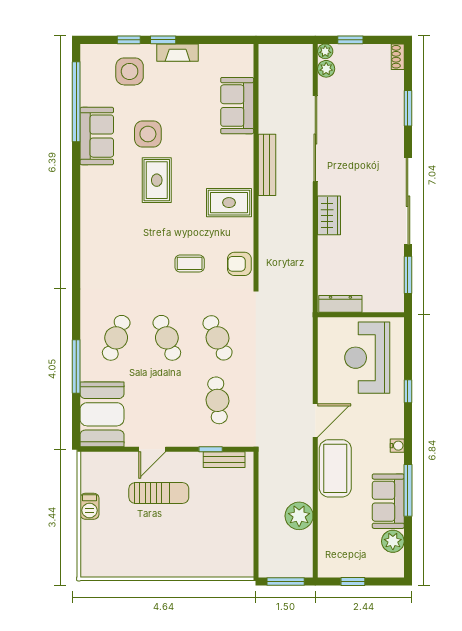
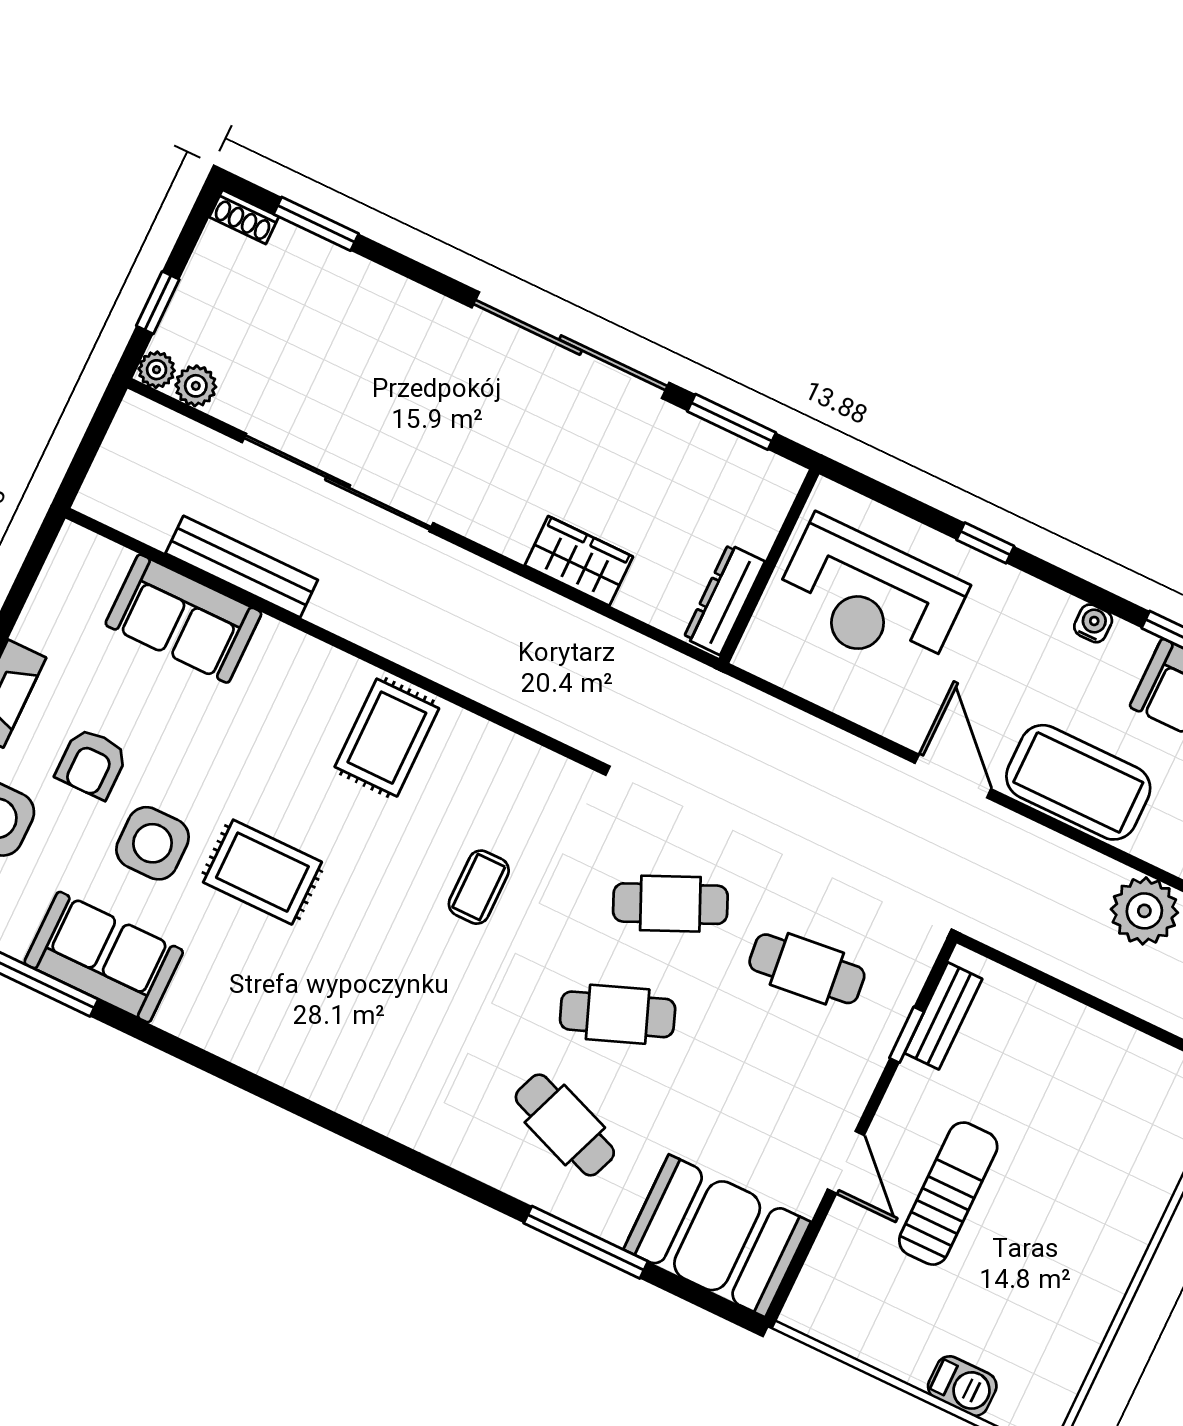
window: (408, 108) -> (316, 224), moved
bench: (267, 165) -> (242, 567), moved
wardrobe: (329, 215) -> (579, 561), moved
armchair: (239, 264) -> (92, 763), moved
barbecue: (90, 506) -> (962, 1386), moved

